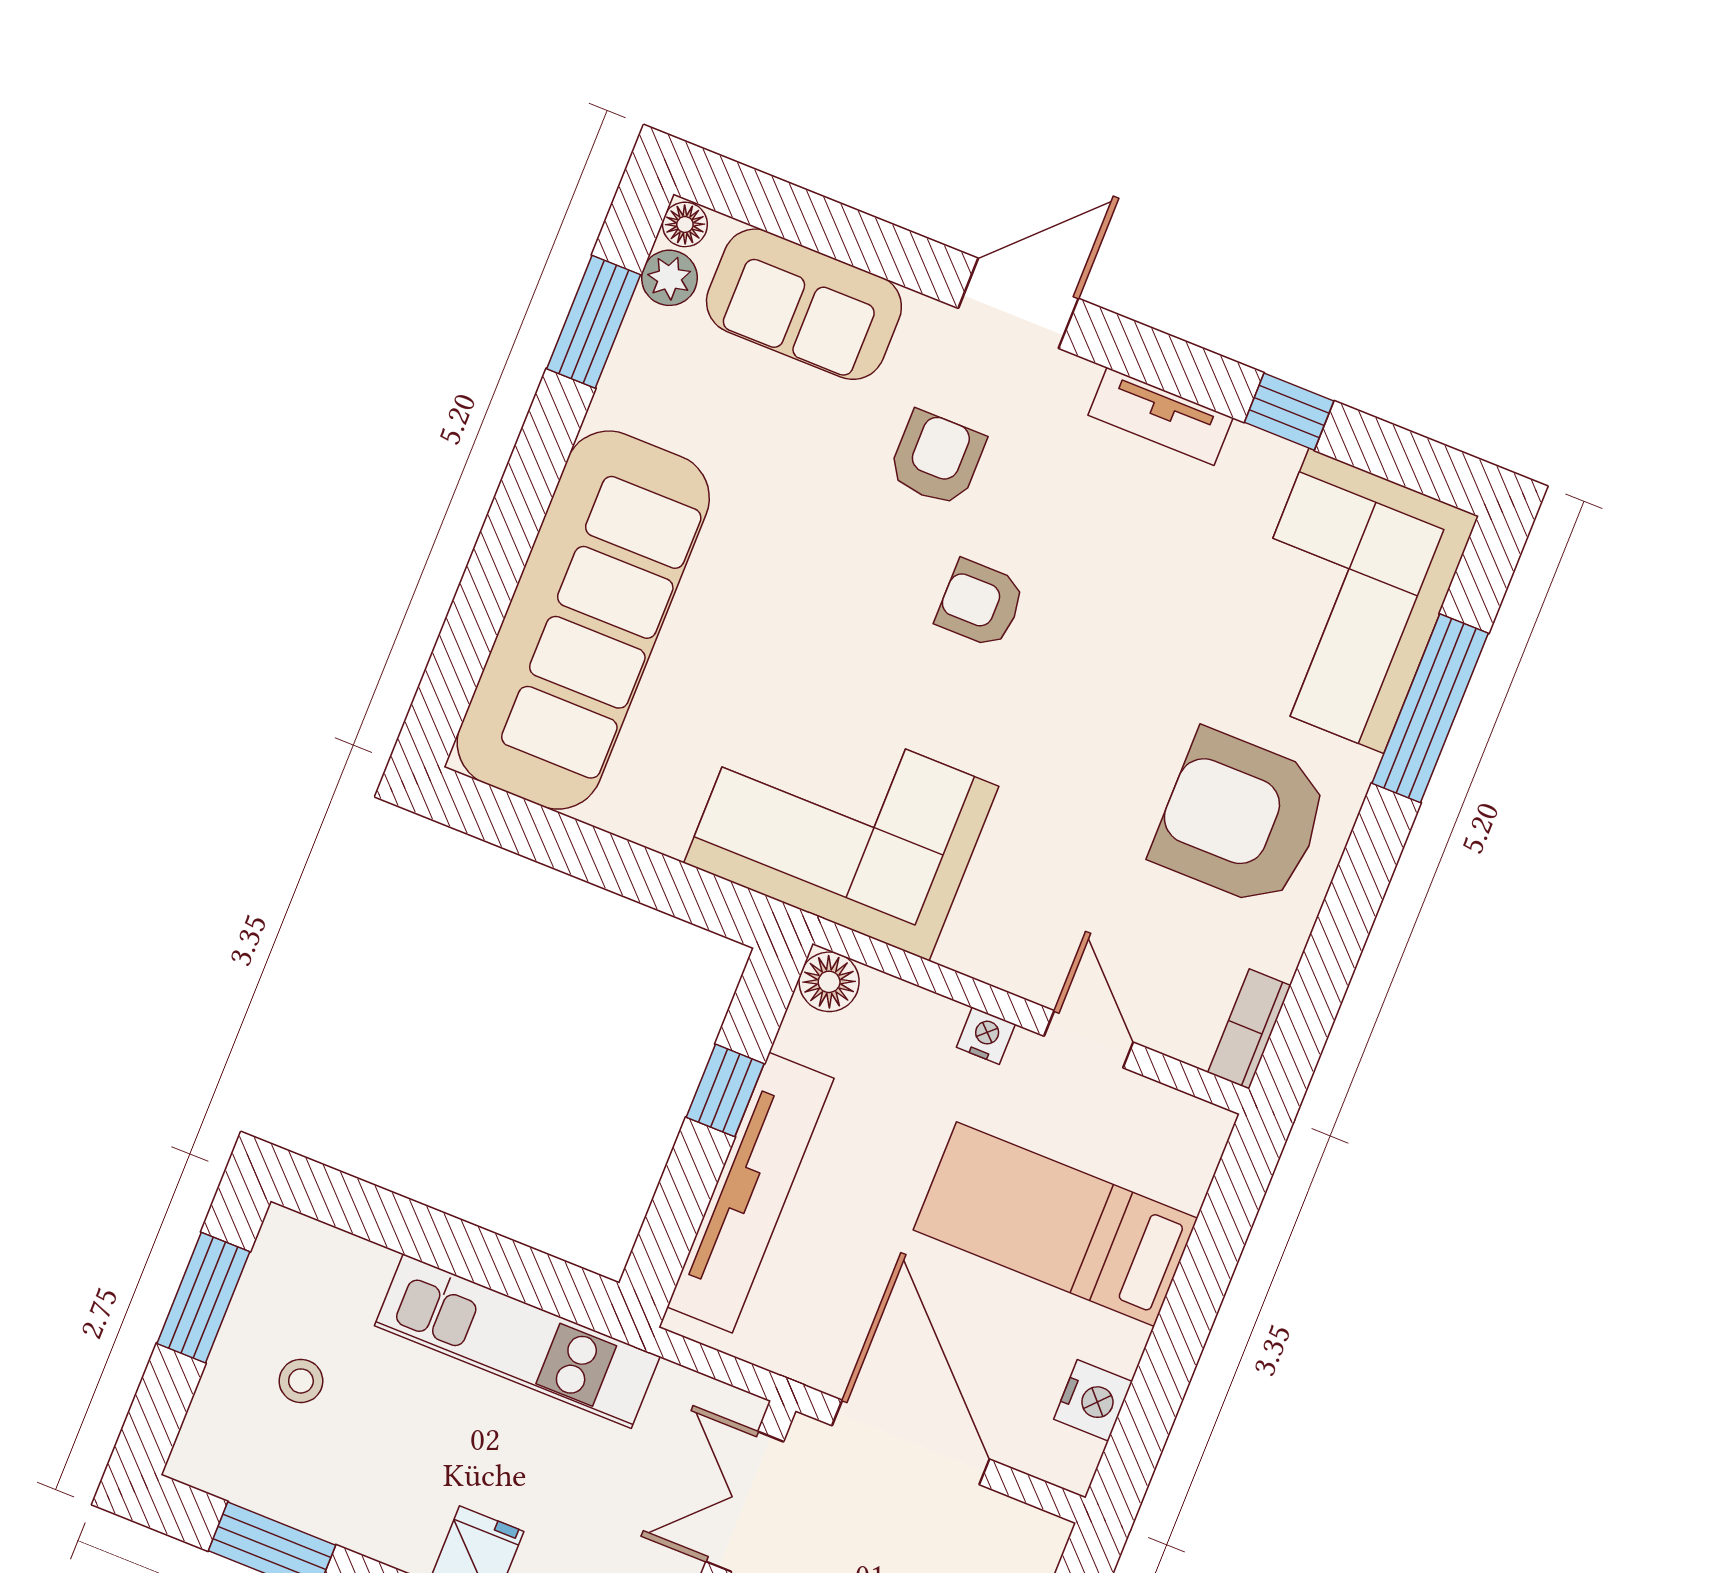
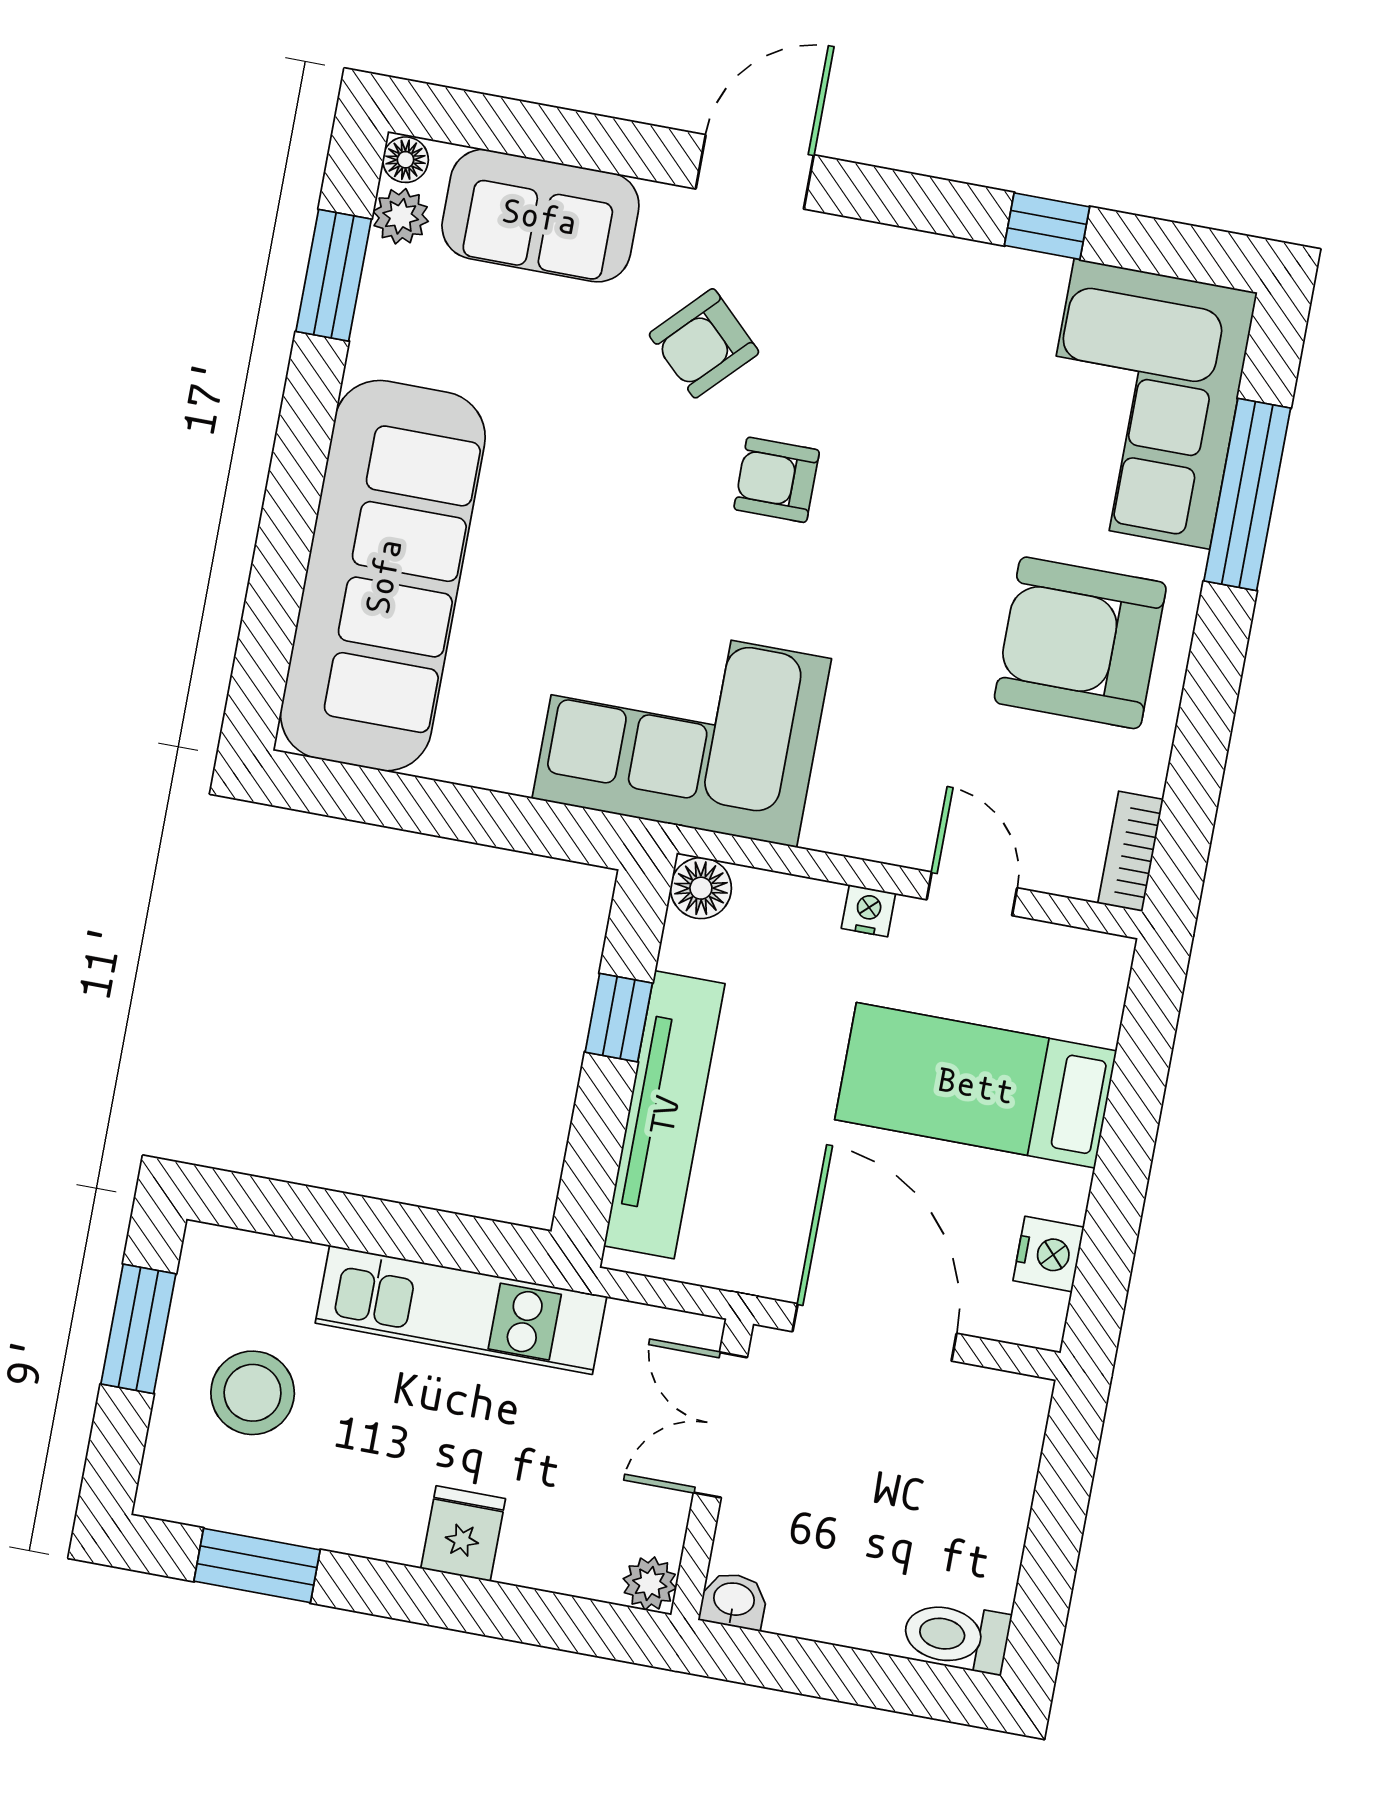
tv unit: (1161, 416) -> (919, 257), removed
armchair: (937, 458) -> (704, 343), turned -136
stool: (301, 1381) -> (253, 1393), width x1.89, depth x1.89

